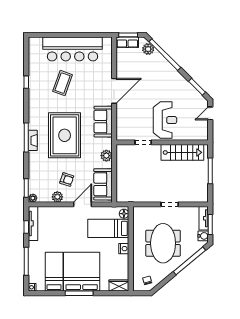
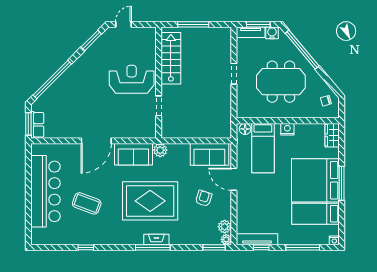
plant: (148, 49) -> (46, 100), removed
door: (114, 91) -> (96, 141), swing flipped
door: (210, 113) -> (123, 24), swing flipped
plant: (106, 156) -> (160, 150), moved
plant: (57, 197) -> (225, 227), moved

